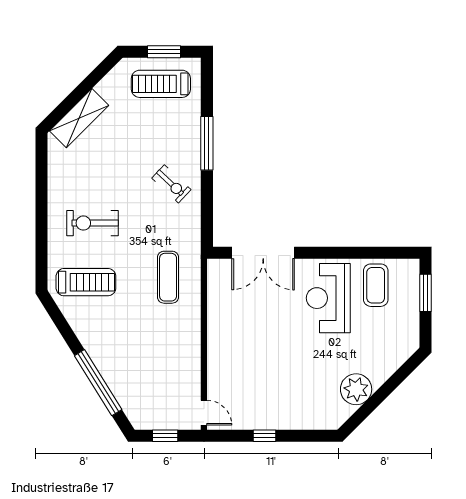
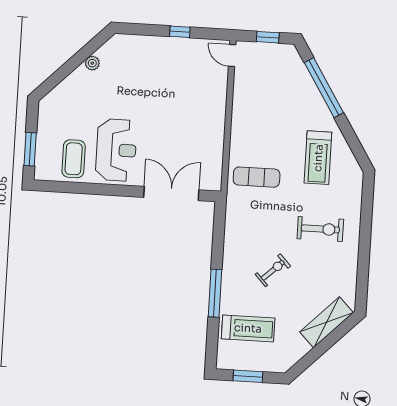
treadmill: (161, 84) -> (248, 328), moved
exercise bike: (171, 184) -> (273, 270), moved, turned 94
exercise mat: (168, 277) -> (257, 177), turned 90
treadmill: (86, 282) -> (318, 158), moved, turned -90
plant: (356, 389) -> (92, 63), width x0.53, depth x0.53

